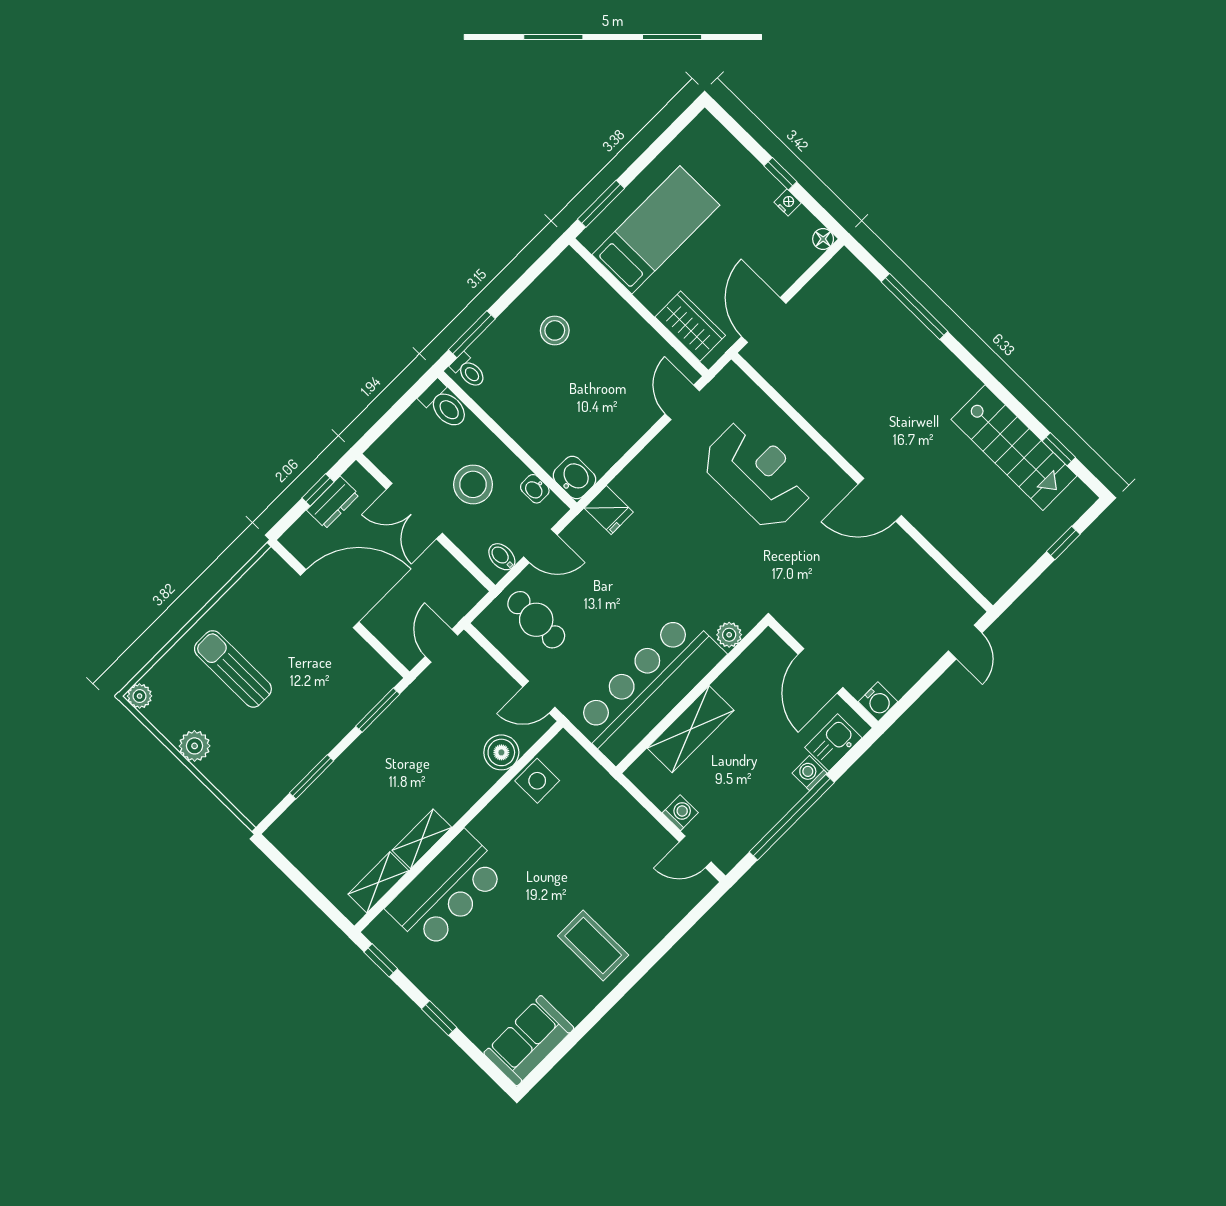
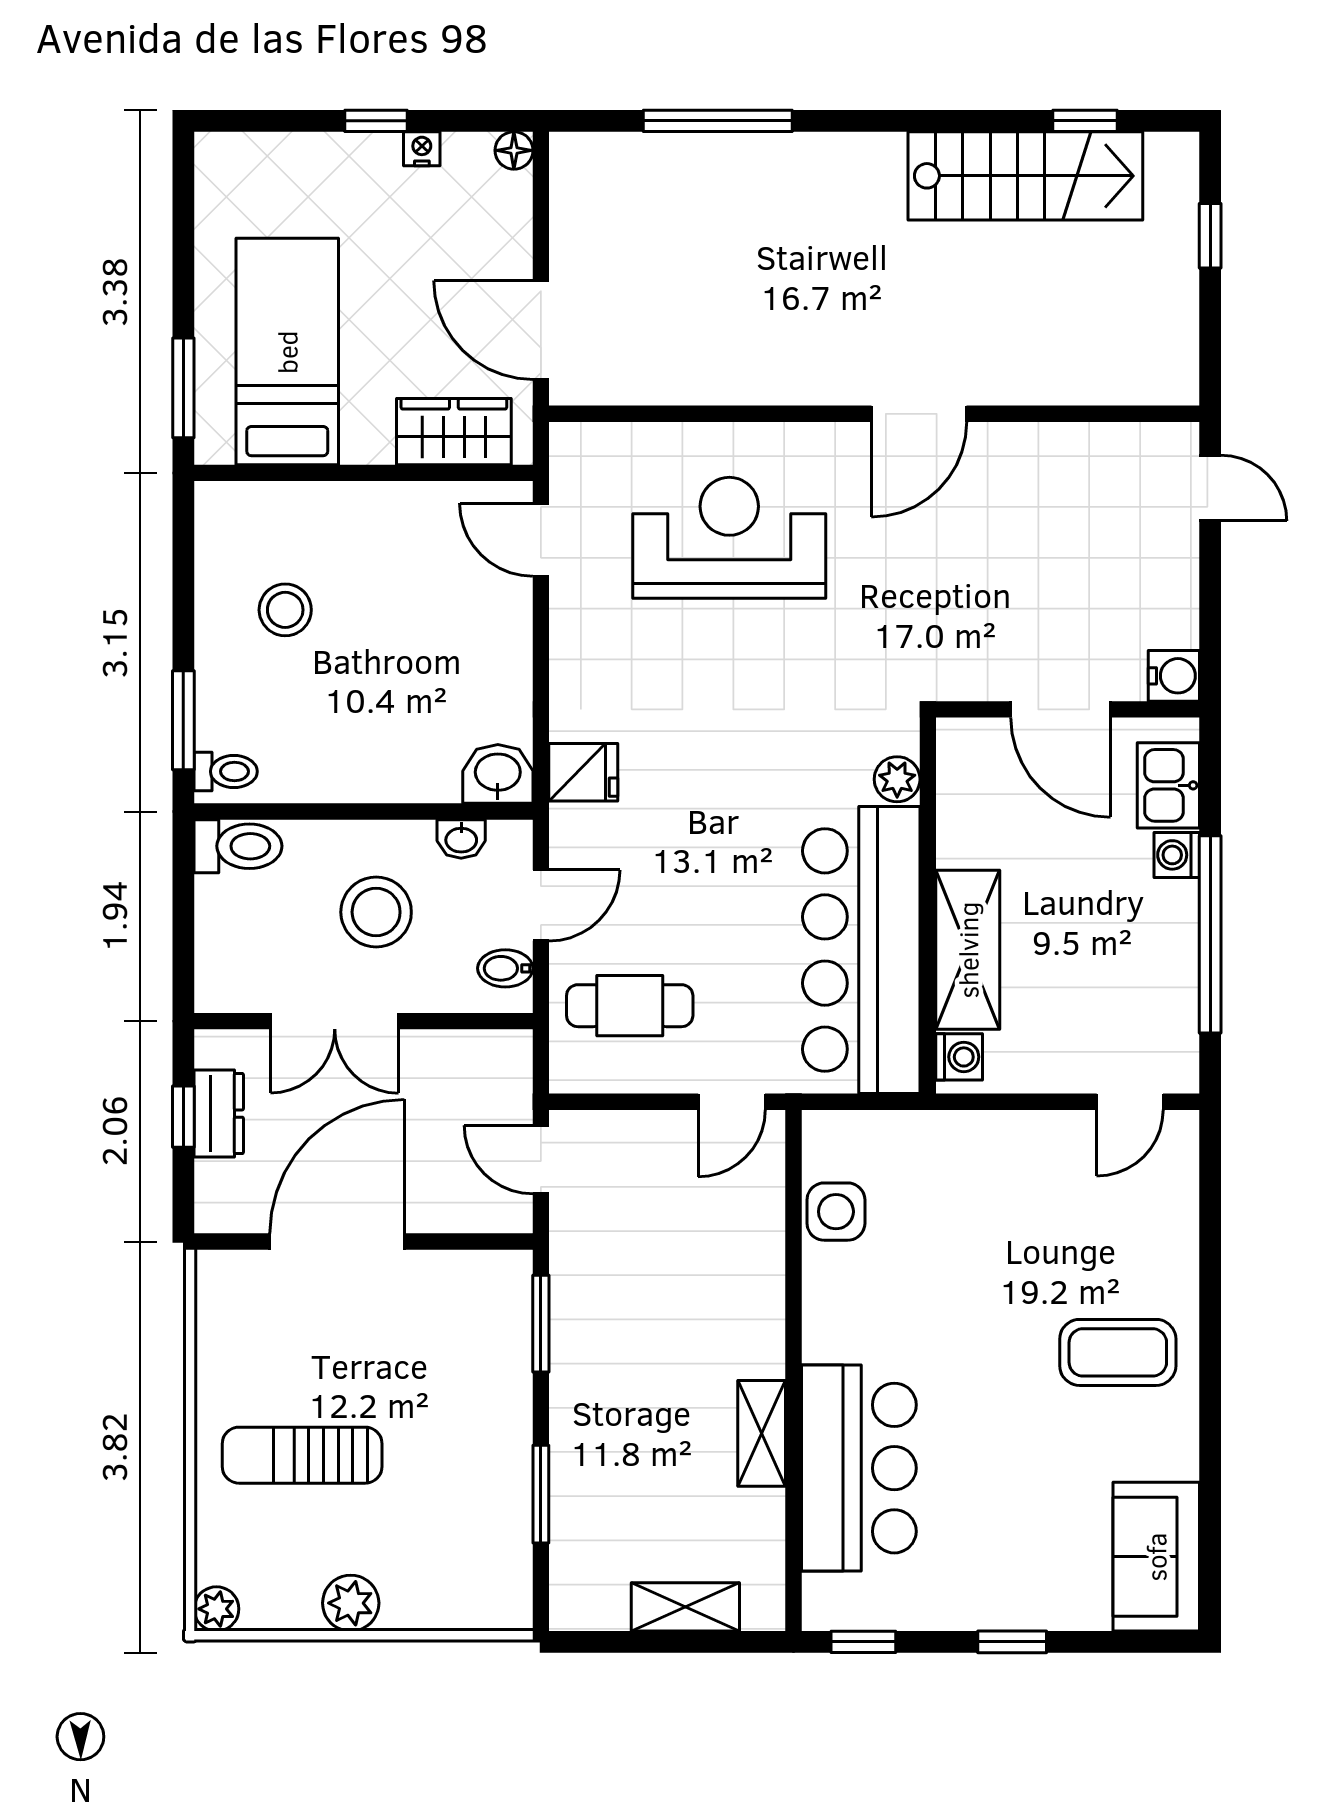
boiler: (501, 752) -> (754, 1221), removed
washing machine: (680, 813) -> (959, 1057), moved, turned 90
shelving: (378, 882) -> (685, 1607), moved, turned 90

